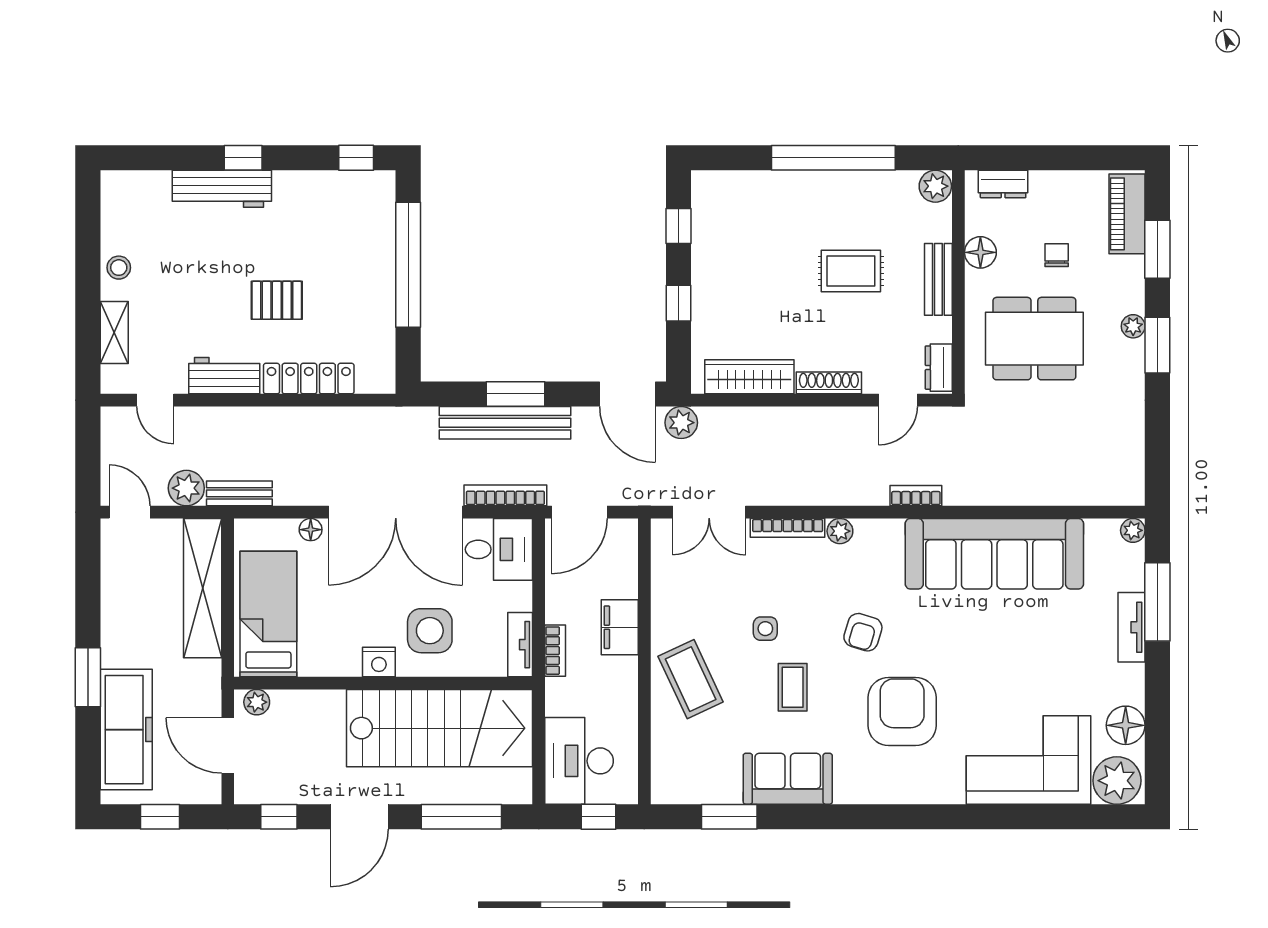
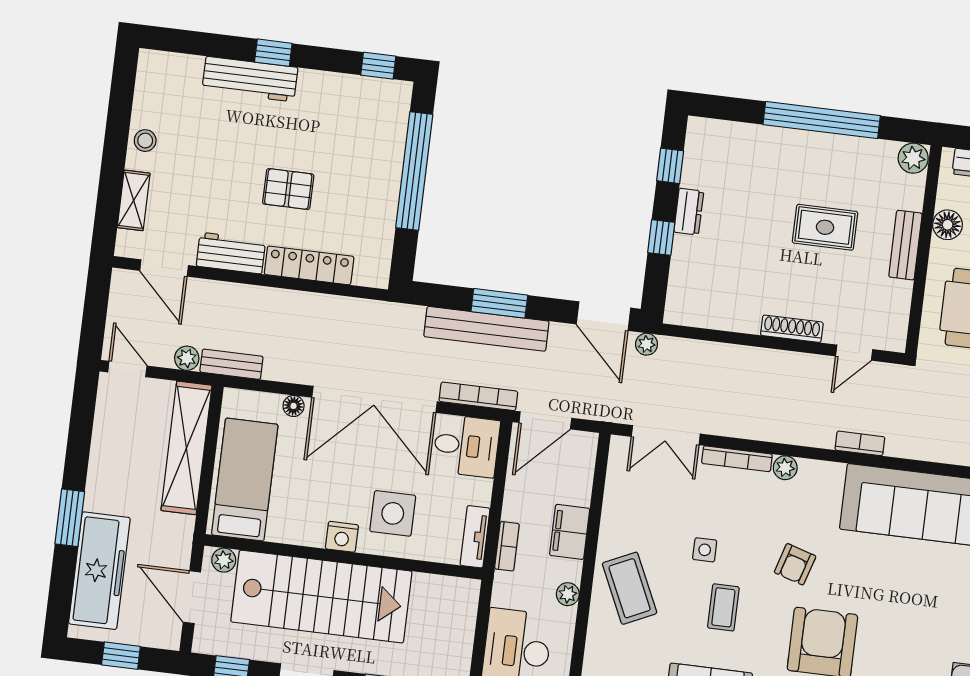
dresser: (939, 368) -> (689, 212), moved, turned 180
wardrobe: (749, 377) -> (719, 314), removed
door: (155, 400) -> (164, 268), width x1.38
plant: (681, 423) -> (647, 344), width x0.73, depth x0.73
plant: (186, 488) -> (187, 358), width x0.73, depth x0.73
plant: (626, 693) -> (568, 594), added
stairs: (439, 728) -> (321, 597), moved

